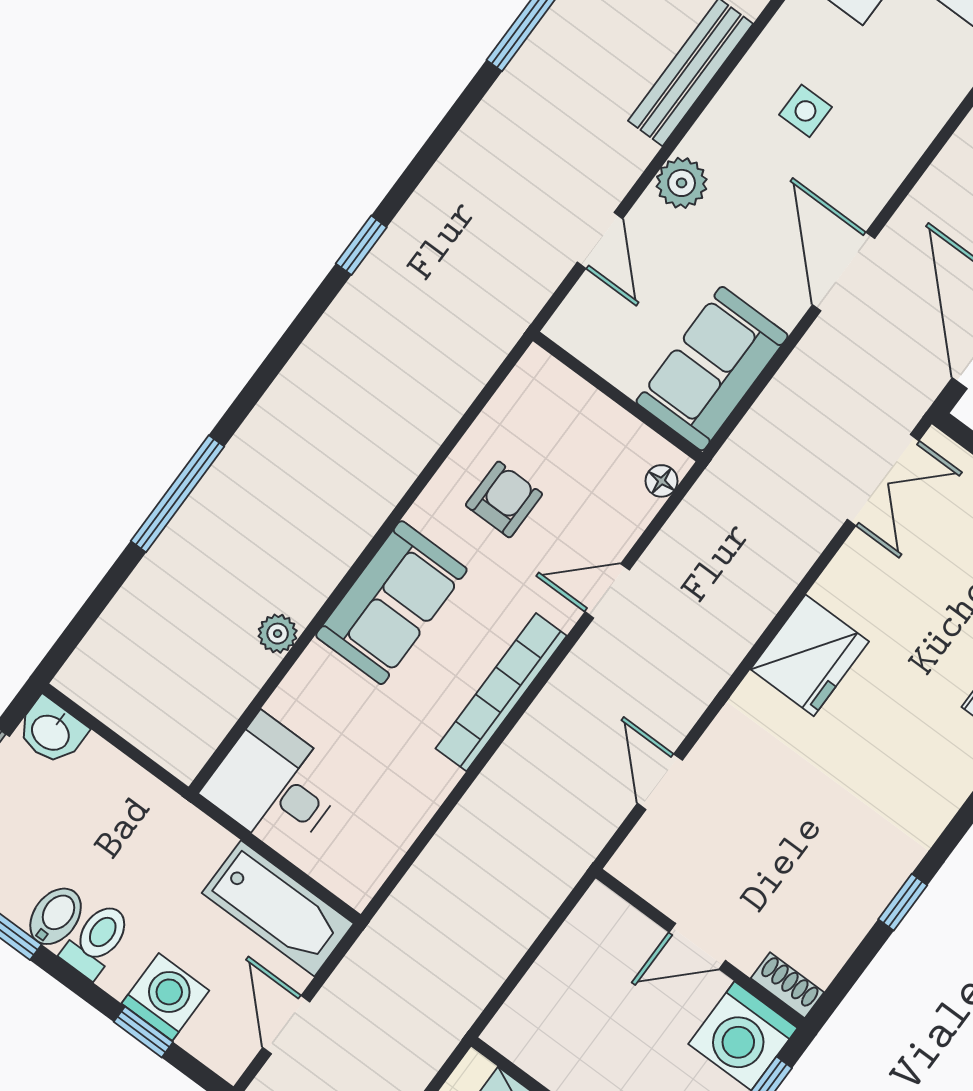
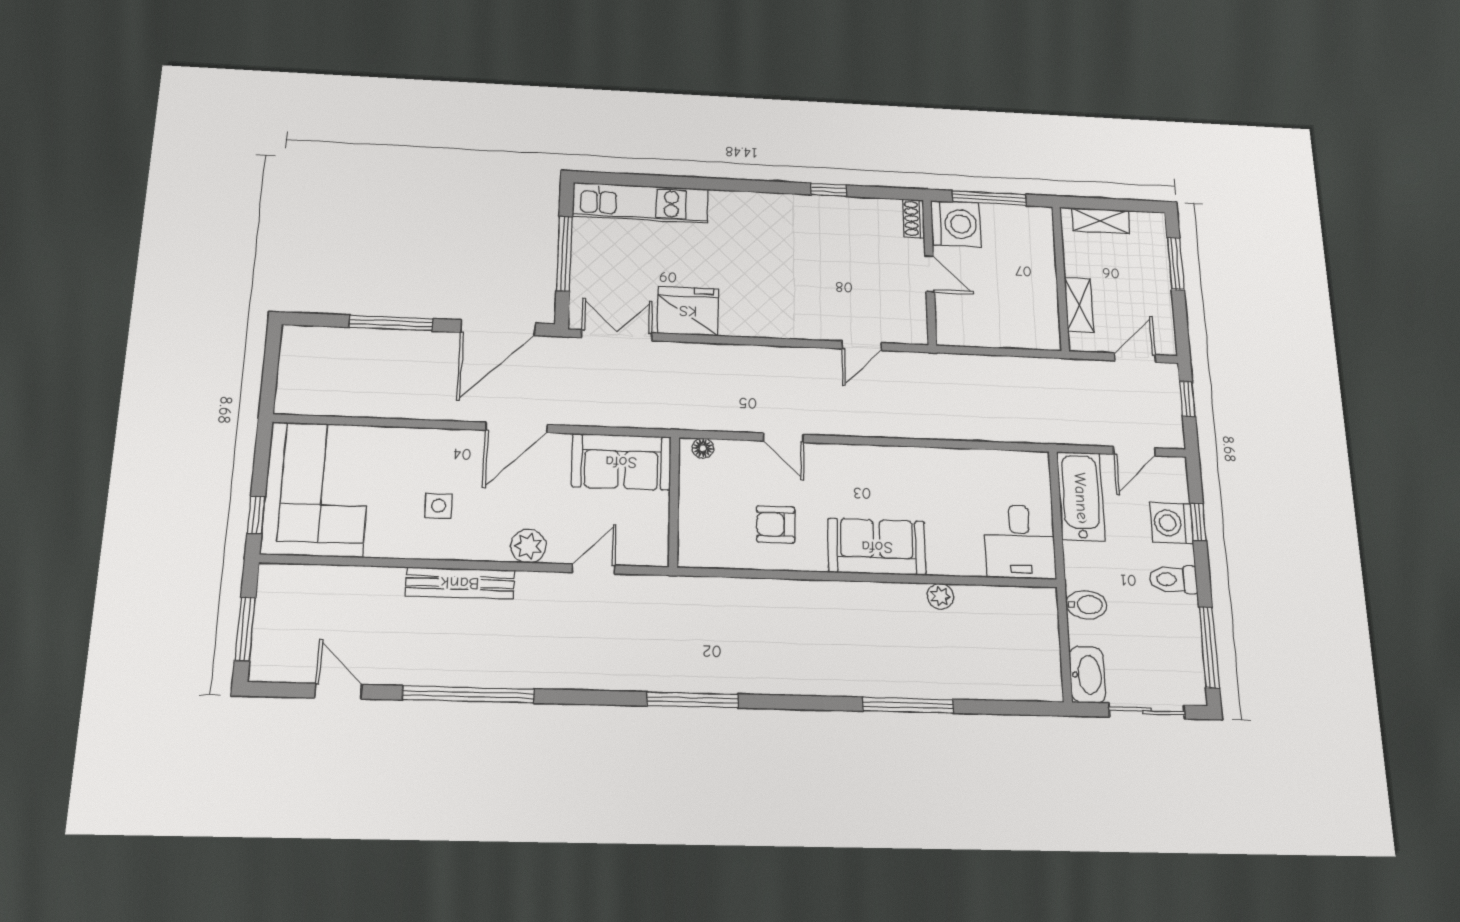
window: (361, 245) -> (693, 700), width x2.17
fridge: (810, 655) -> (688, 311), moved
bookcase: (501, 692) -> (879, 457), removed
washbasin: (51, 731) -> (1087, 675), width x1.38
bidet: (56, 916) -> (1086, 605), moved, turned 180

